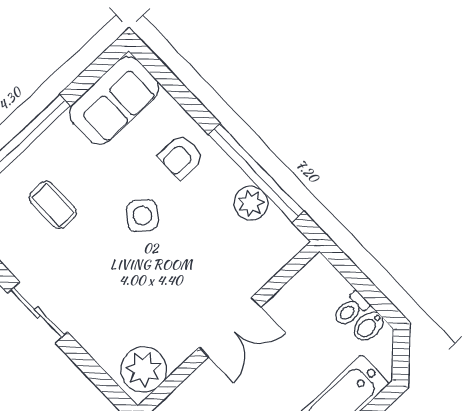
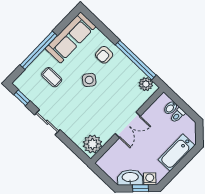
sofa: (114, 101) -> (71, 38), width x1.36
plant: (251, 203) -> (146, 84), moved
bidet: (369, 326) -> (171, 108), moved

